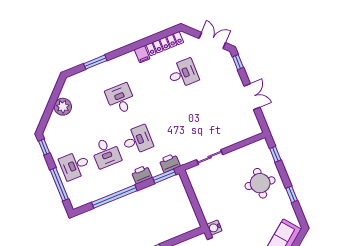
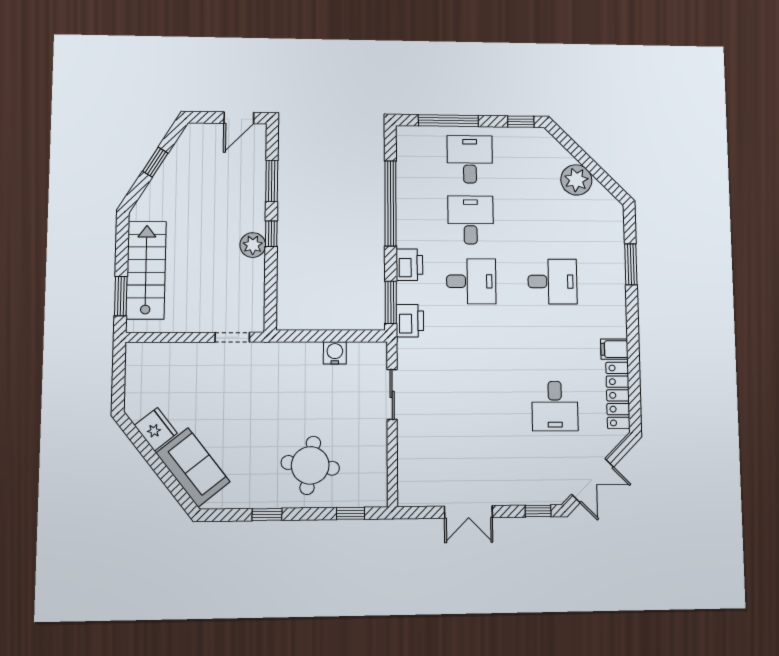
desk: (137, 140) -> (471, 281), turned -90
desk: (106, 153) -> (471, 220), turned 90
water cooler: (214, 228) -> (335, 353), moved

